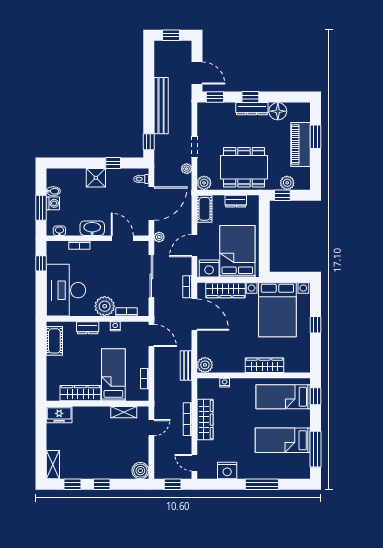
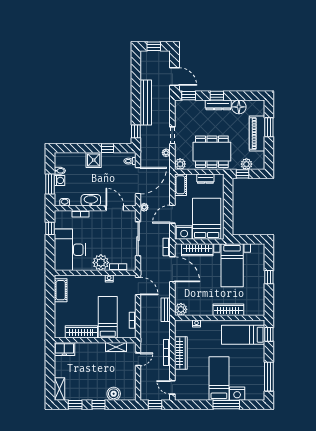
bed with nightstands: (277, 310) -> (232, 265), width x0.73
dresser: (88, 328) -> (87, 280), removed
bed: (283, 440) -> (219, 379), moved, turned 90
boiler: (140, 471) -> (114, 394), moved
nightstand: (227, 471) -> (237, 394), moved

